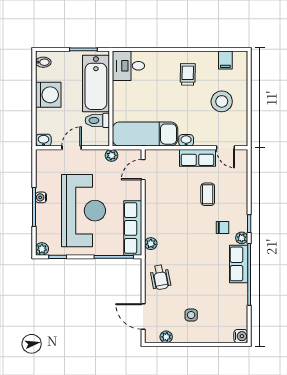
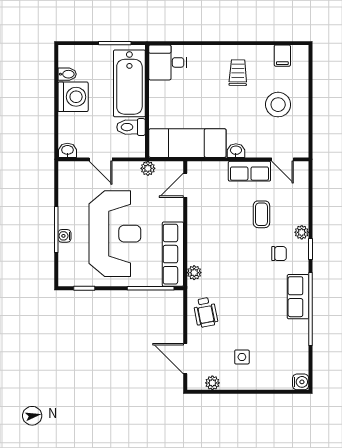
bidet: (43, 62) -> (67, 74), moved
door: (72, 148) -> (101, 159), swing flipped
water cooler: (41, 197) -> (64, 236), moved
plant: (242, 238) -> (302, 232), moved
plant: (42, 249) -> (66, 279), removed

